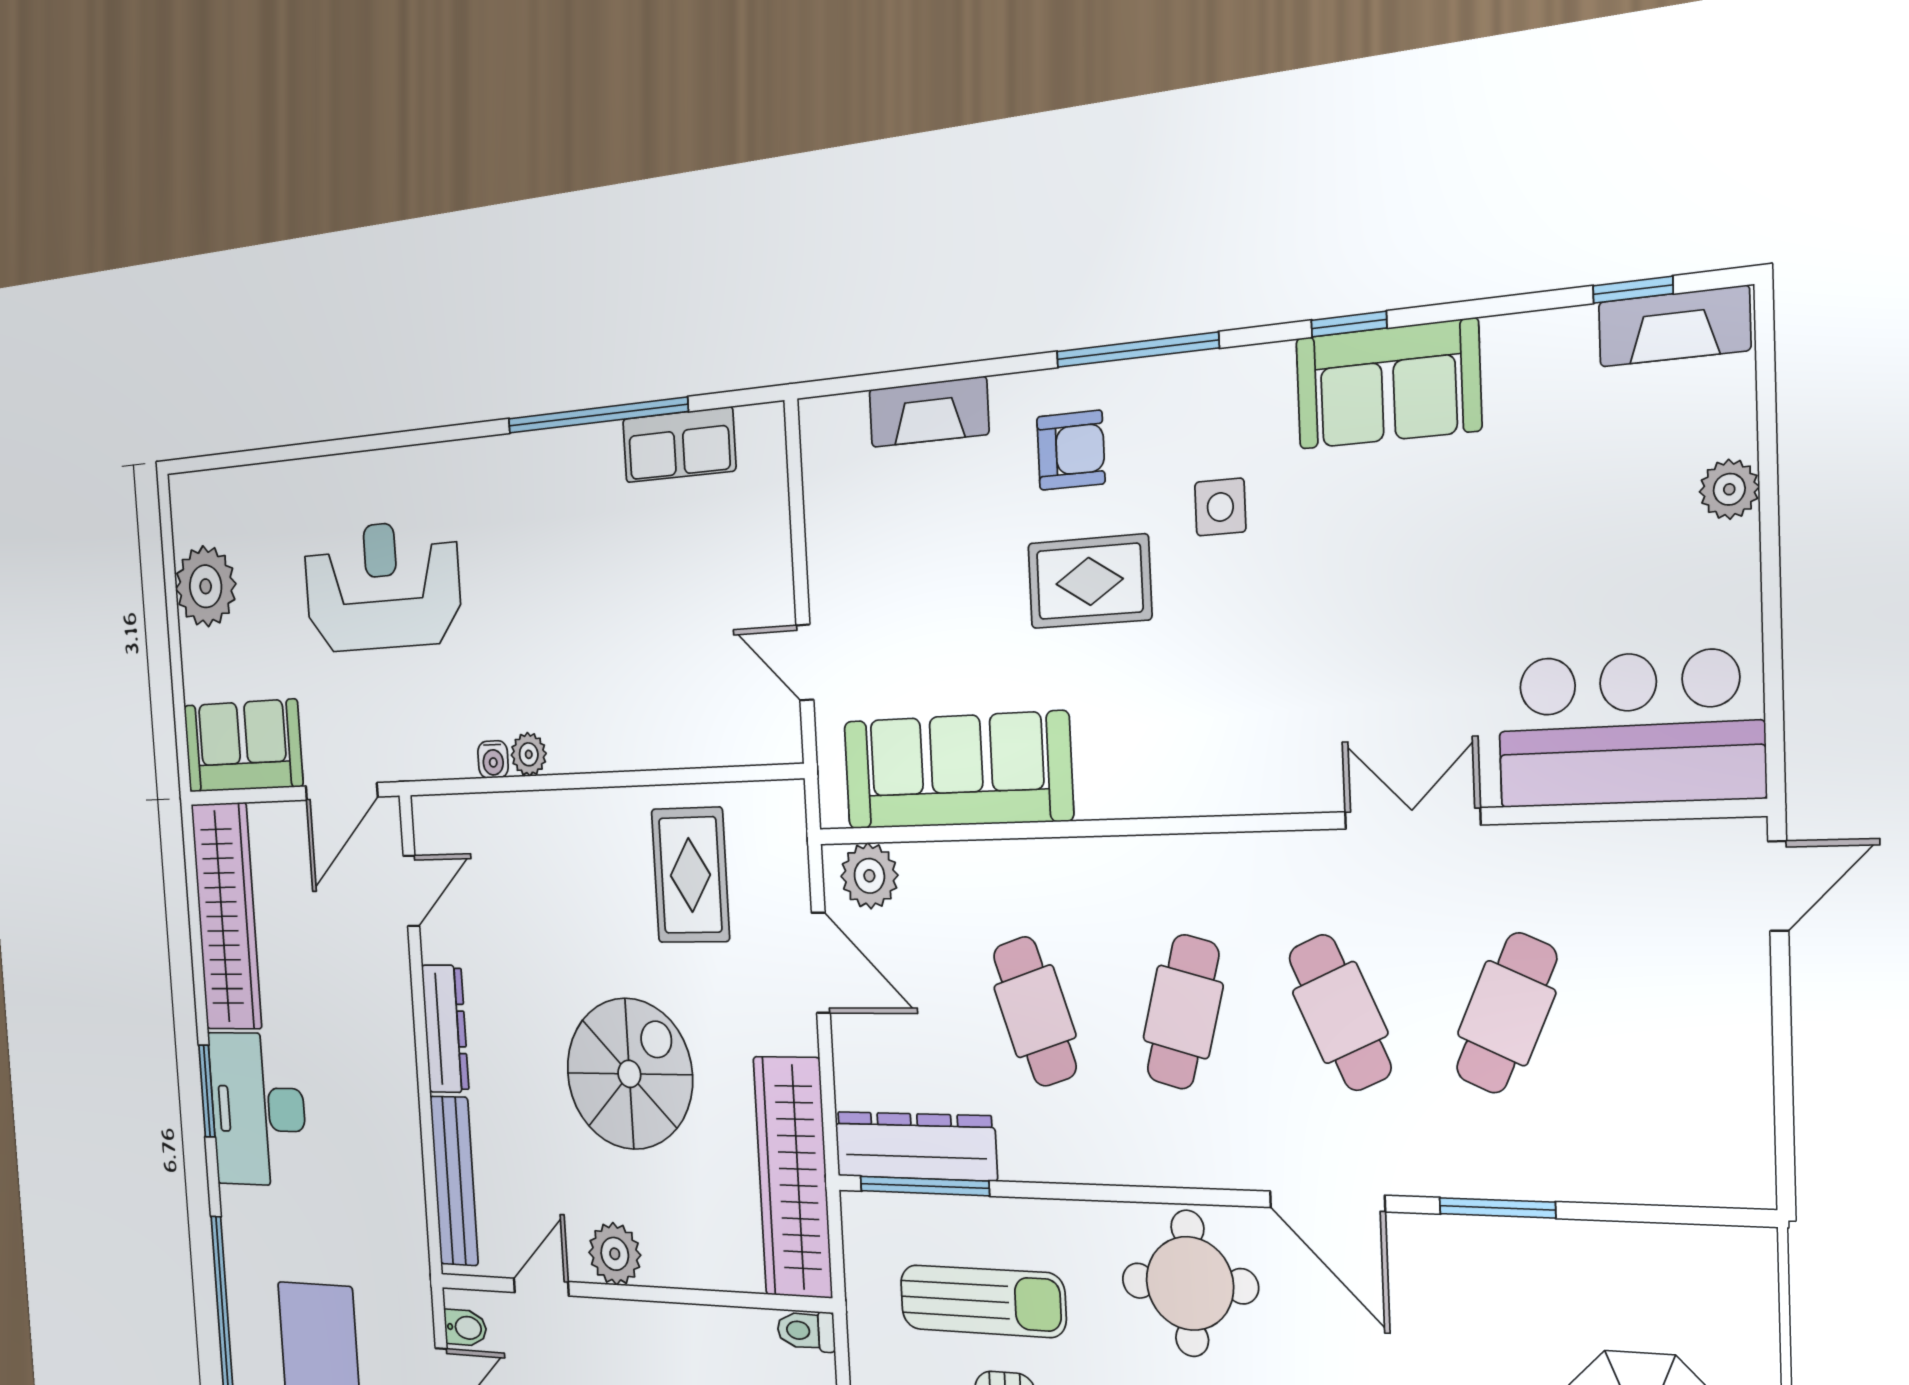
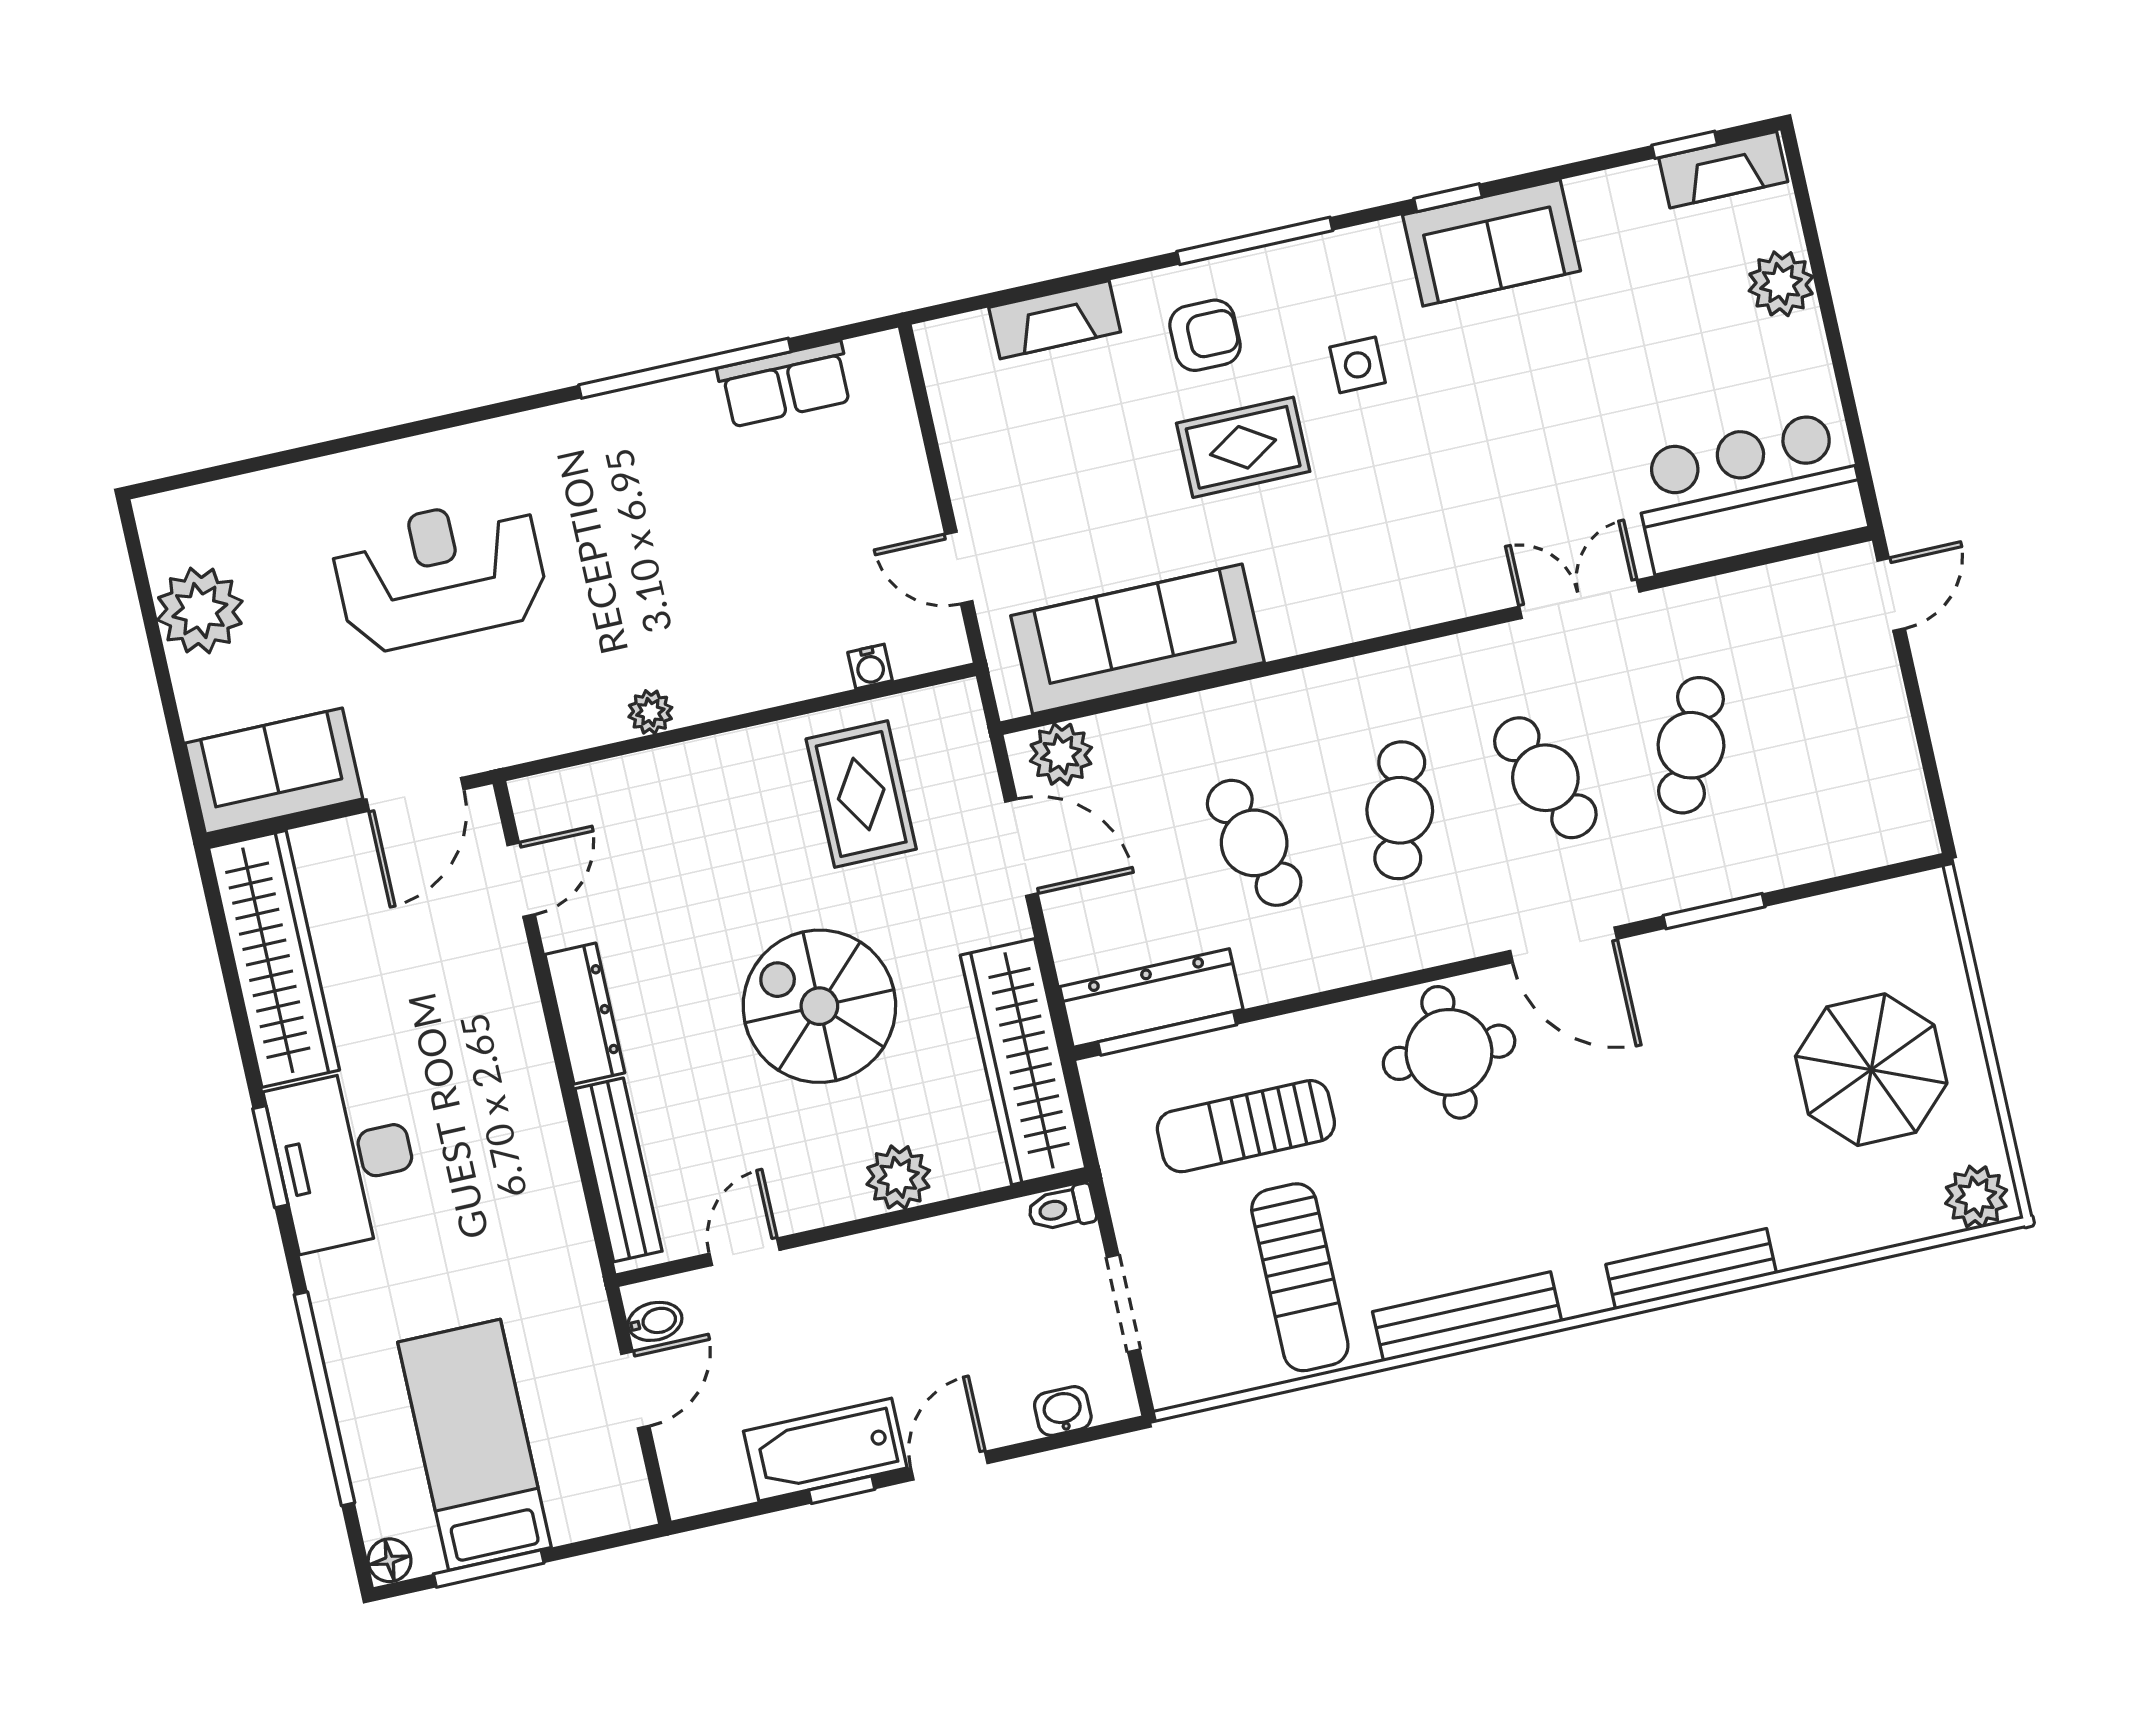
plant: (1729, 489) -> (1781, 284), width x1.38, depth x1.38
water cooler: (493, 759) -> (870, 666), moved
spiral stairs: (629, 1074) -> (819, 1006), turned -90
plant: (615, 1254) -> (898, 1177), moved
sun lounger: (982, 1301) -> (1246, 1126), turned 180

